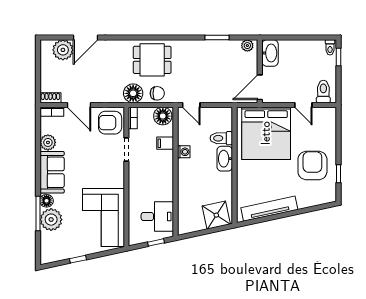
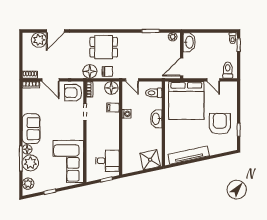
toilet: (221, 138) -> (154, 93), moved
plant: (48, 142) -> (28, 184), moved

